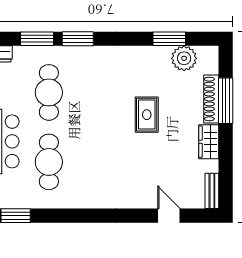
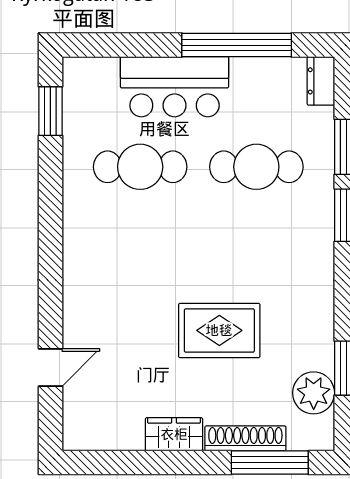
window: (226, 101) -> (270, 463), moved
rug: (147, 115) -> (219, 330), width x1.36, depth x1.43
bench: (212, 191) -> (92, 440), removed

